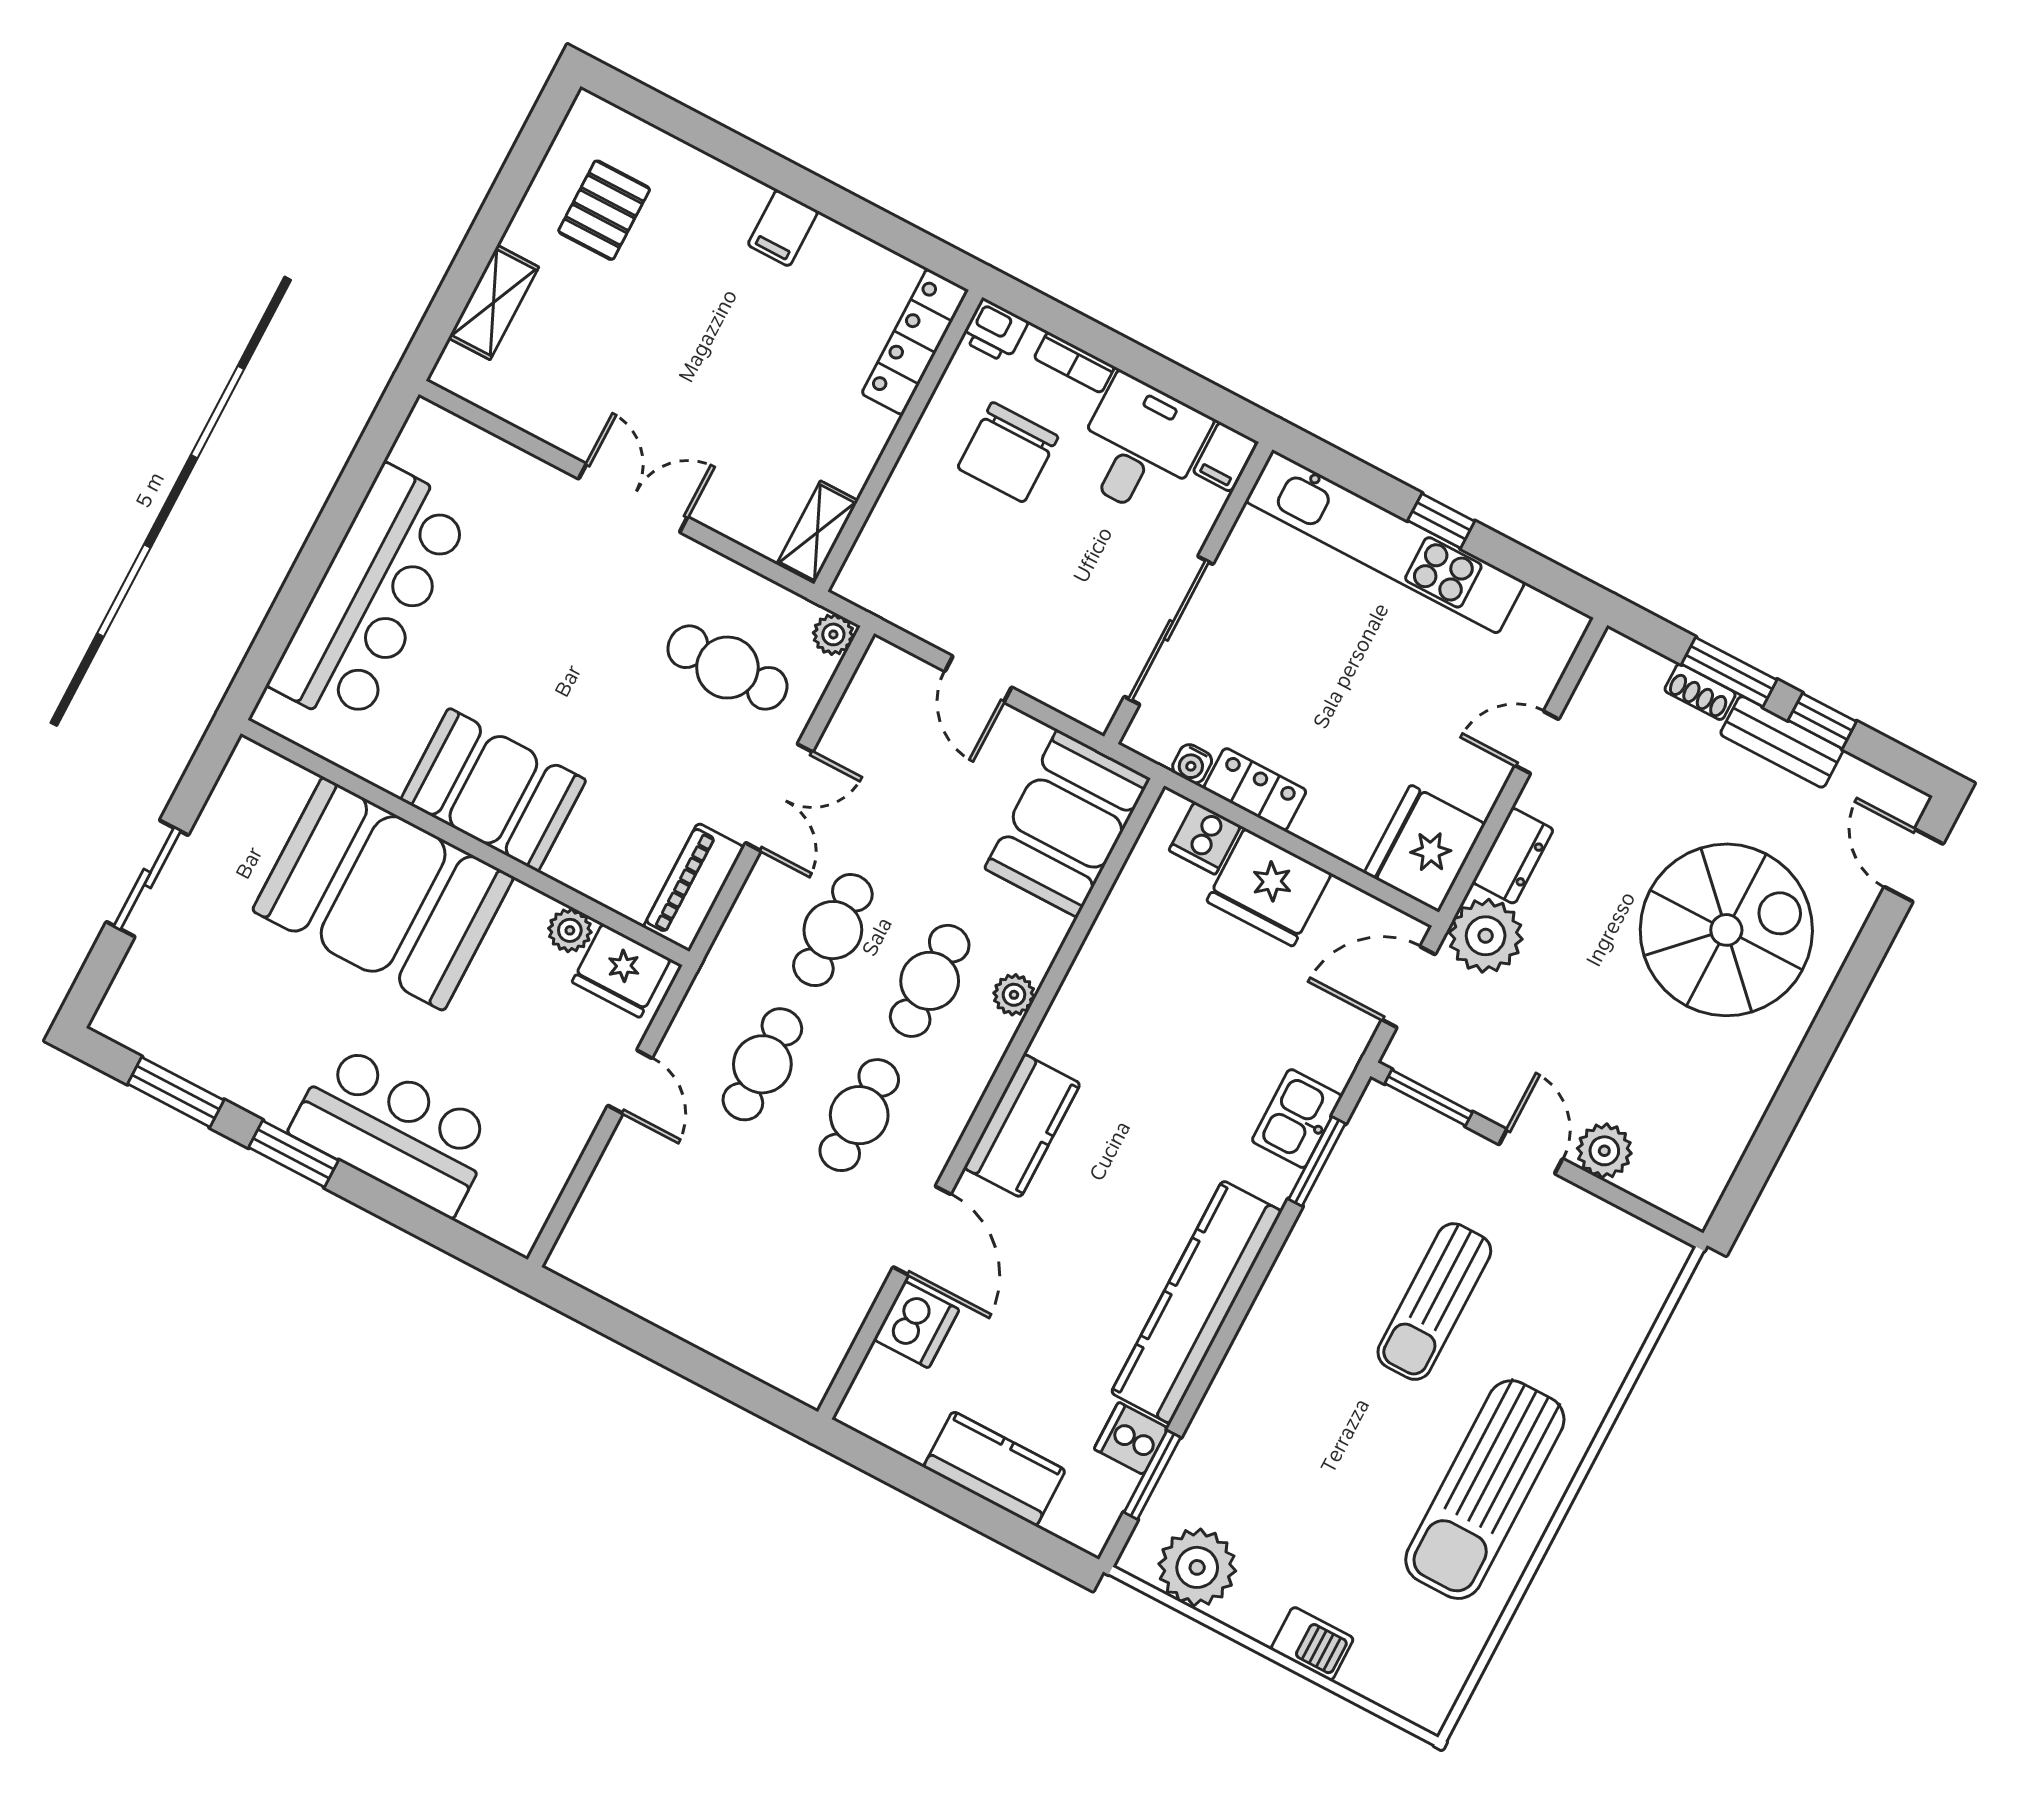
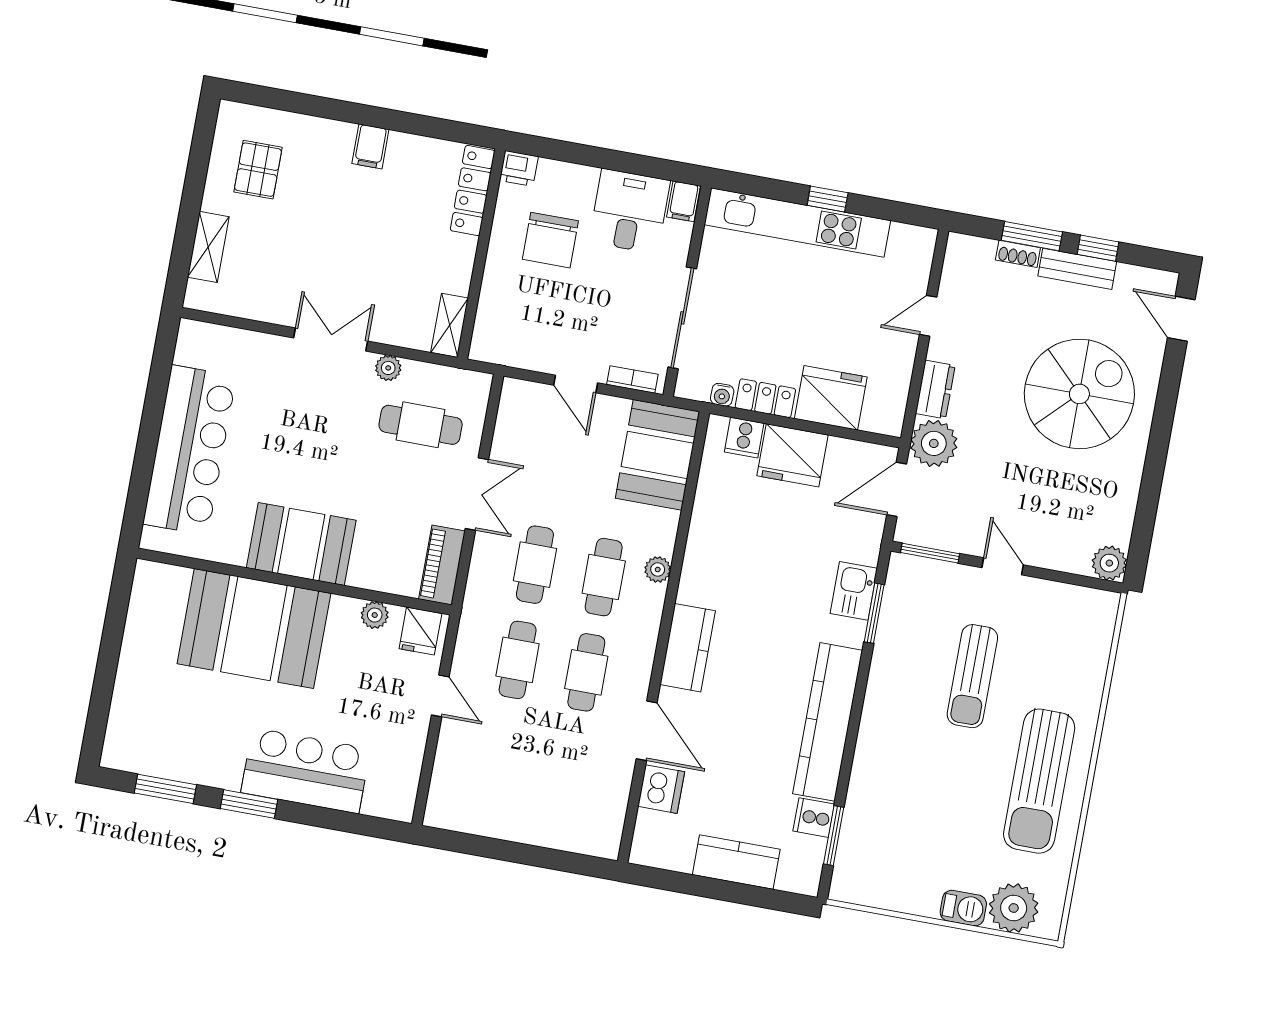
bookcase: (1074, 362) -> (632, 379), moved, turned 180
plant: (833, 634) -> (388, 368), moved
fridge: (1425, 848) -> (831, 398), moved, turned 90
sliding door: (147, 878) -> (107, 664), removed
fridge: (621, 971) -> (420, 631), width x0.72
plant: (1604, 1151) -> (1109, 563), moved
plant: (1197, 1567) -> (1014, 908), moved

